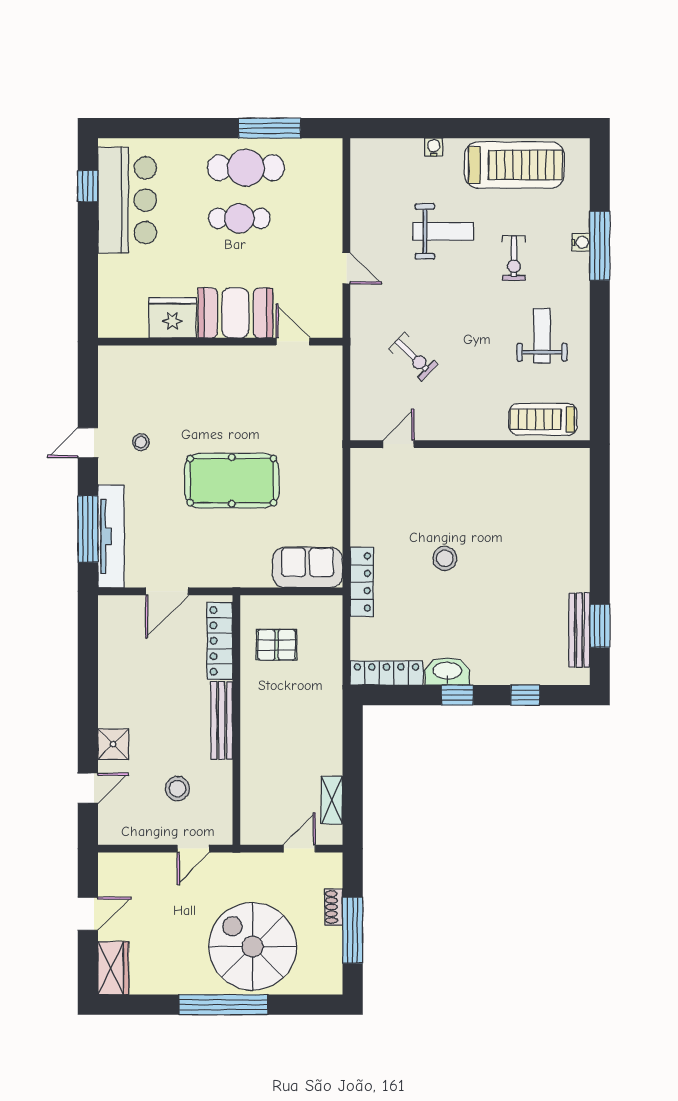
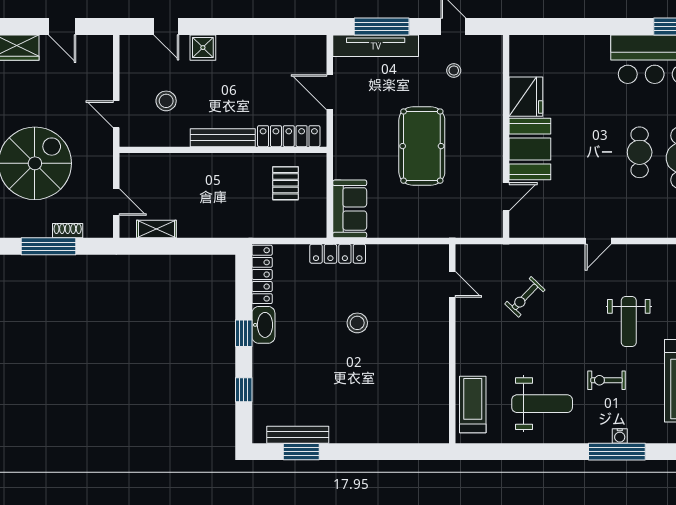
booth: (235, 313) -> (530, 149), moved
fridge: (172, 318) -> (526, 97), moved
weight bench: (542, 336) -> (542, 404), width x1.36, depth x1.33
wall: (220, 342) -> (506, 136), moved
door: (293, 342) -> (506, 197), moved

